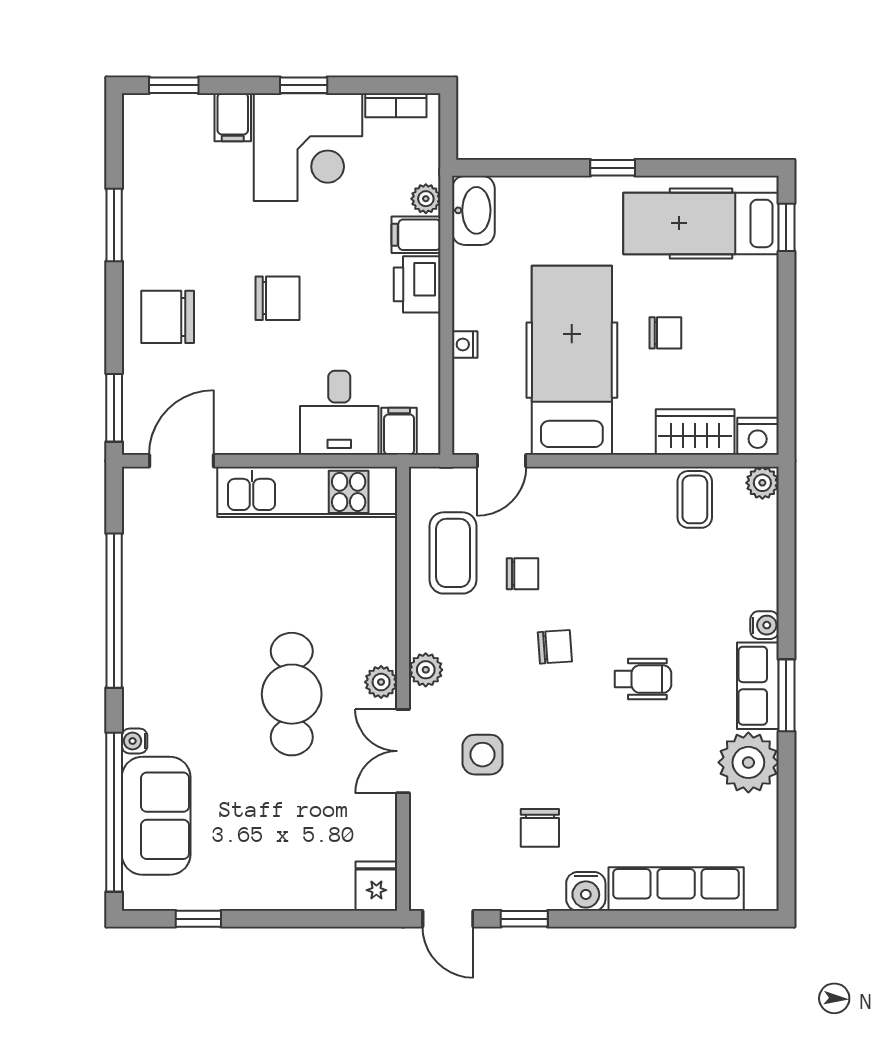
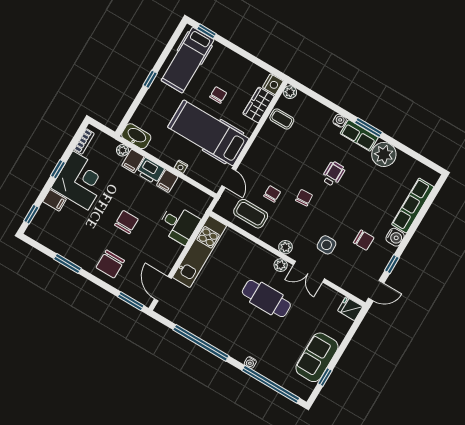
filing cabinet: (399, 431) -> (167, 181), moved, turned -90
sofa: (156, 816) -> (317, 357), moved, turned -90

